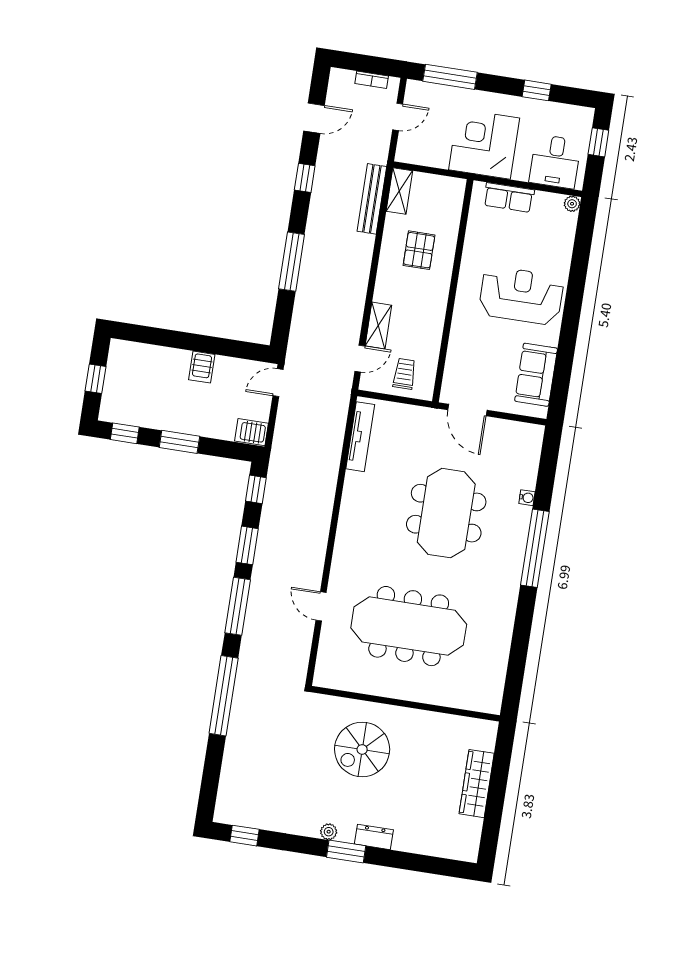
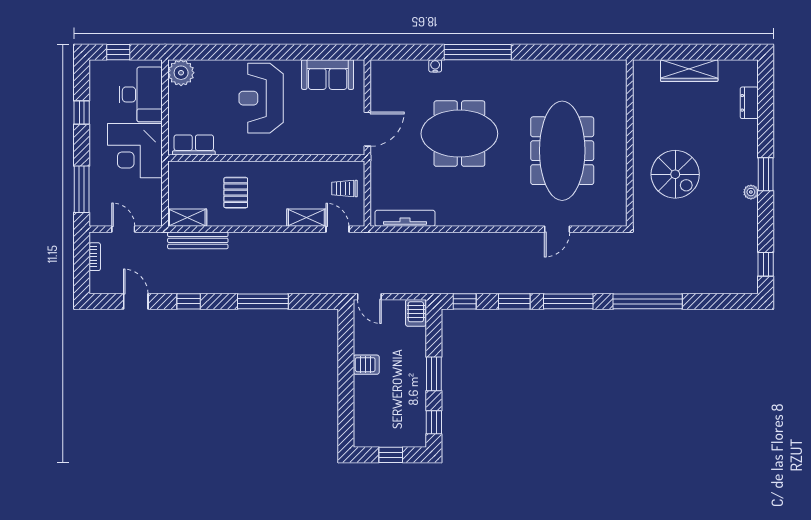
desk: (555, 161) -> (141, 94), width x1.37
row of seats: (509, 197) -> (194, 145), moved, turned -90
plant: (572, 204) -> (181, 73), width x1.88, depth x1.88
pallet: (419, 250) -> (236, 193), turned 90
dresser: (374, 837) -> (749, 103), moved

